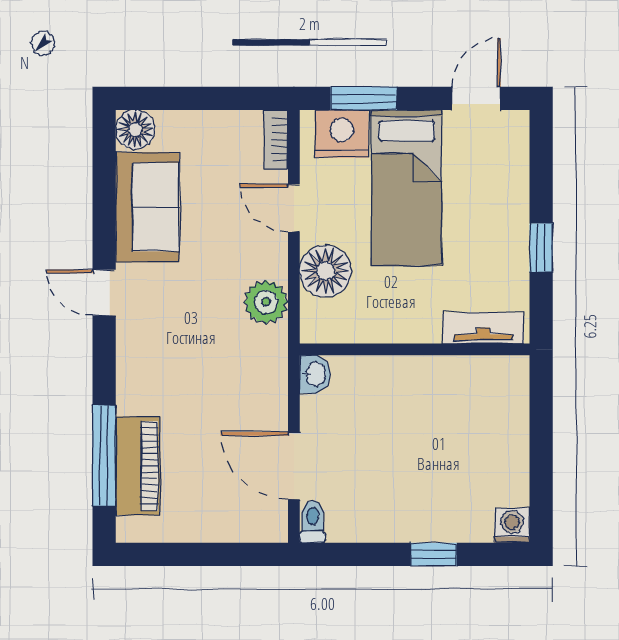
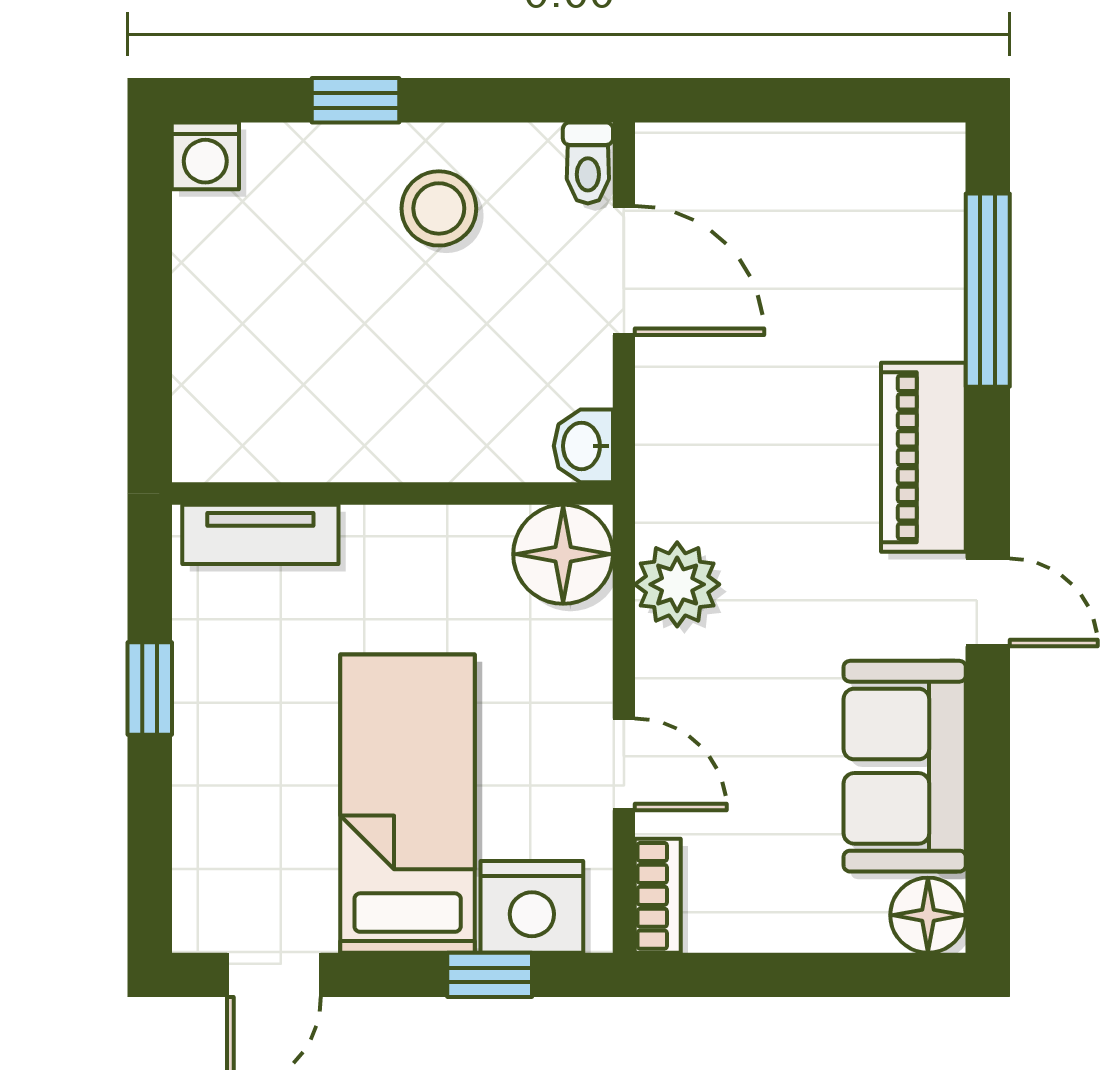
window: (364, 98) -> (490, 975), width x0.67
floor lamp: (325, 271) -> (563, 554), moved
piano: (138, 466) -> (923, 457), moved
stool: (390, 498) -> (439, 208), added

